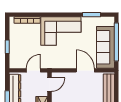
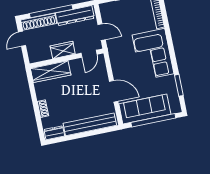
door: (85, 70) -> (114, 91), hinge flipped
door: (49, 85) -> (89, 54), hinge flipped

